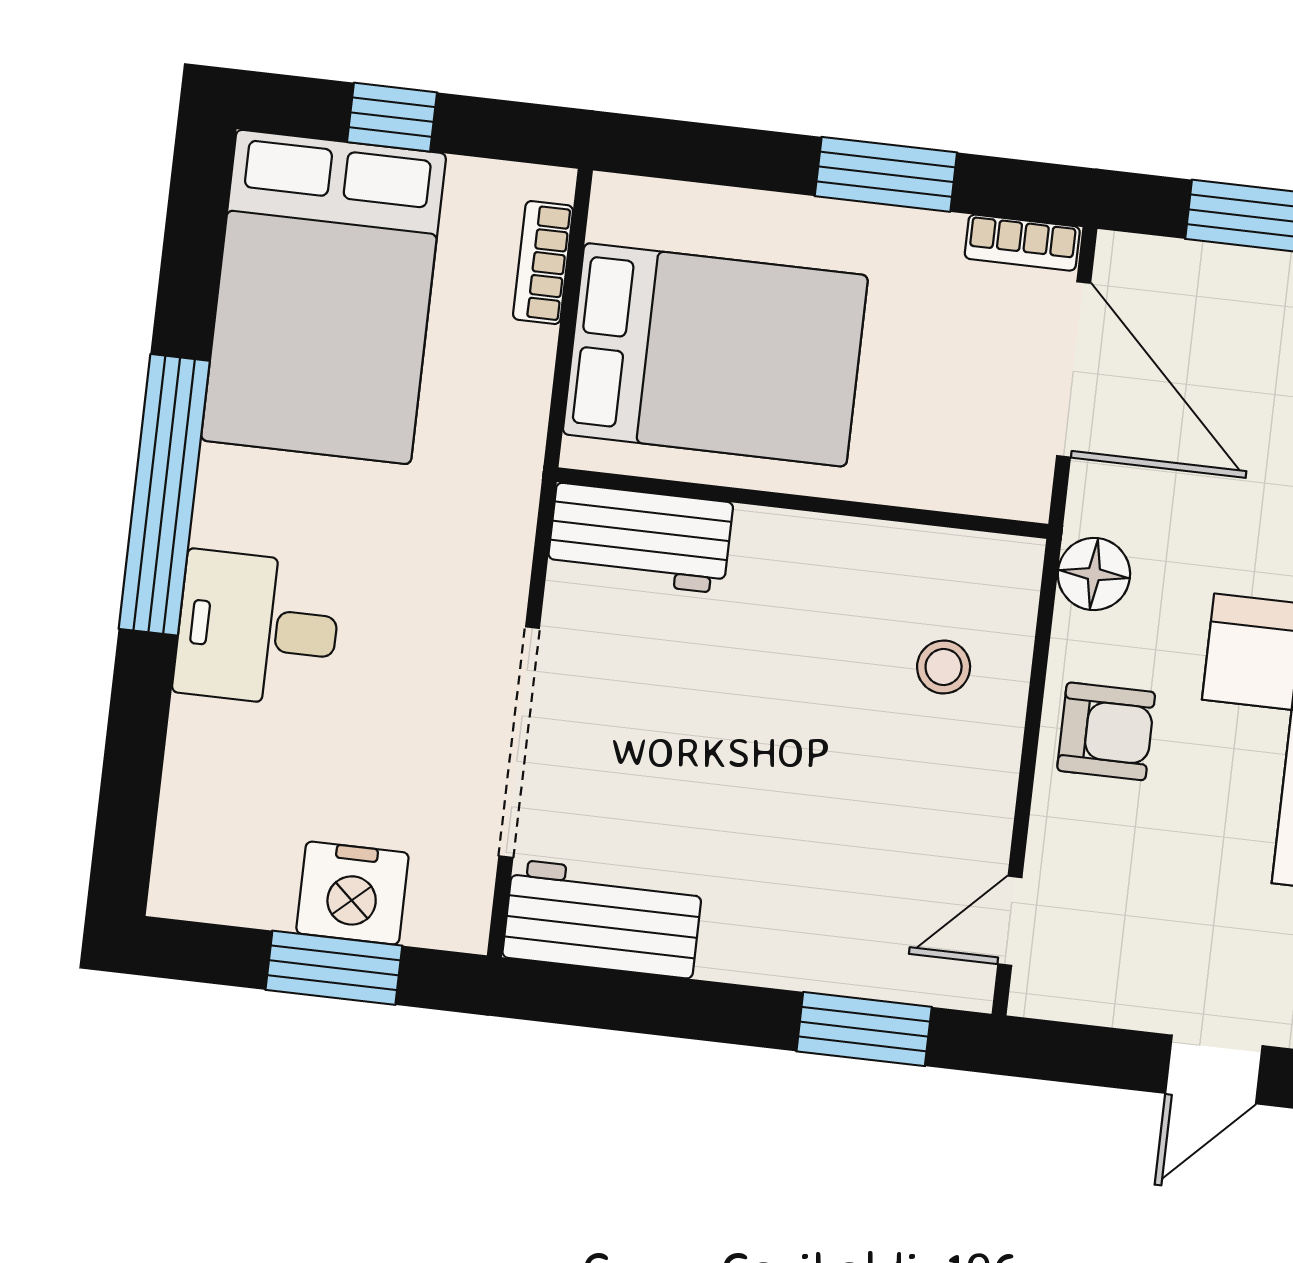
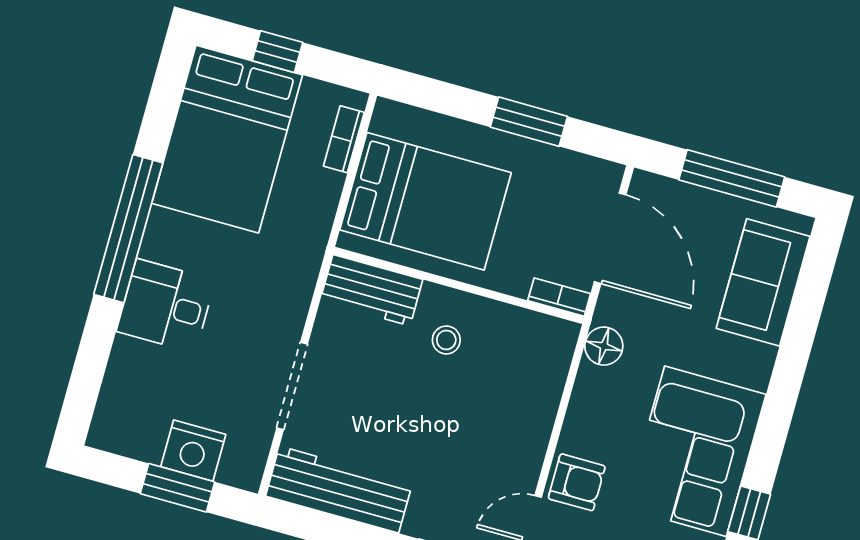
bookcase: (1022, 243) -> (559, 297), moved, turned 180
stool: (944, 667) -> (446, 340), moved
armchair: (1106, 731) -> (577, 482), moved
doorway: (519, 742) -> (292, 386), width x0.73
workbench: (603, 919) -> (339, 490), width x1.38

